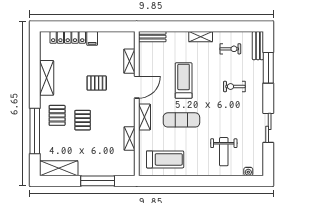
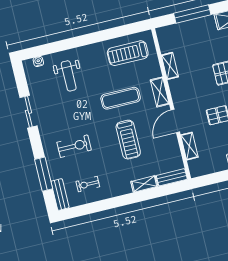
shelving: (201, 37) -> (144, 184), moved
exercise bike: (234, 87) -> (74, 146), width x1.38, depth x1.39
weight bench: (224, 152) -> (69, 76), turned 180

